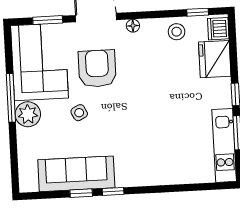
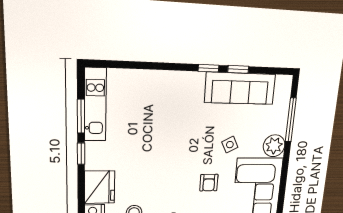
armchair: (97, 69) -> (209, 183), width x0.53, depth x0.53
window: (11, 98) -> (291, 120), moved

